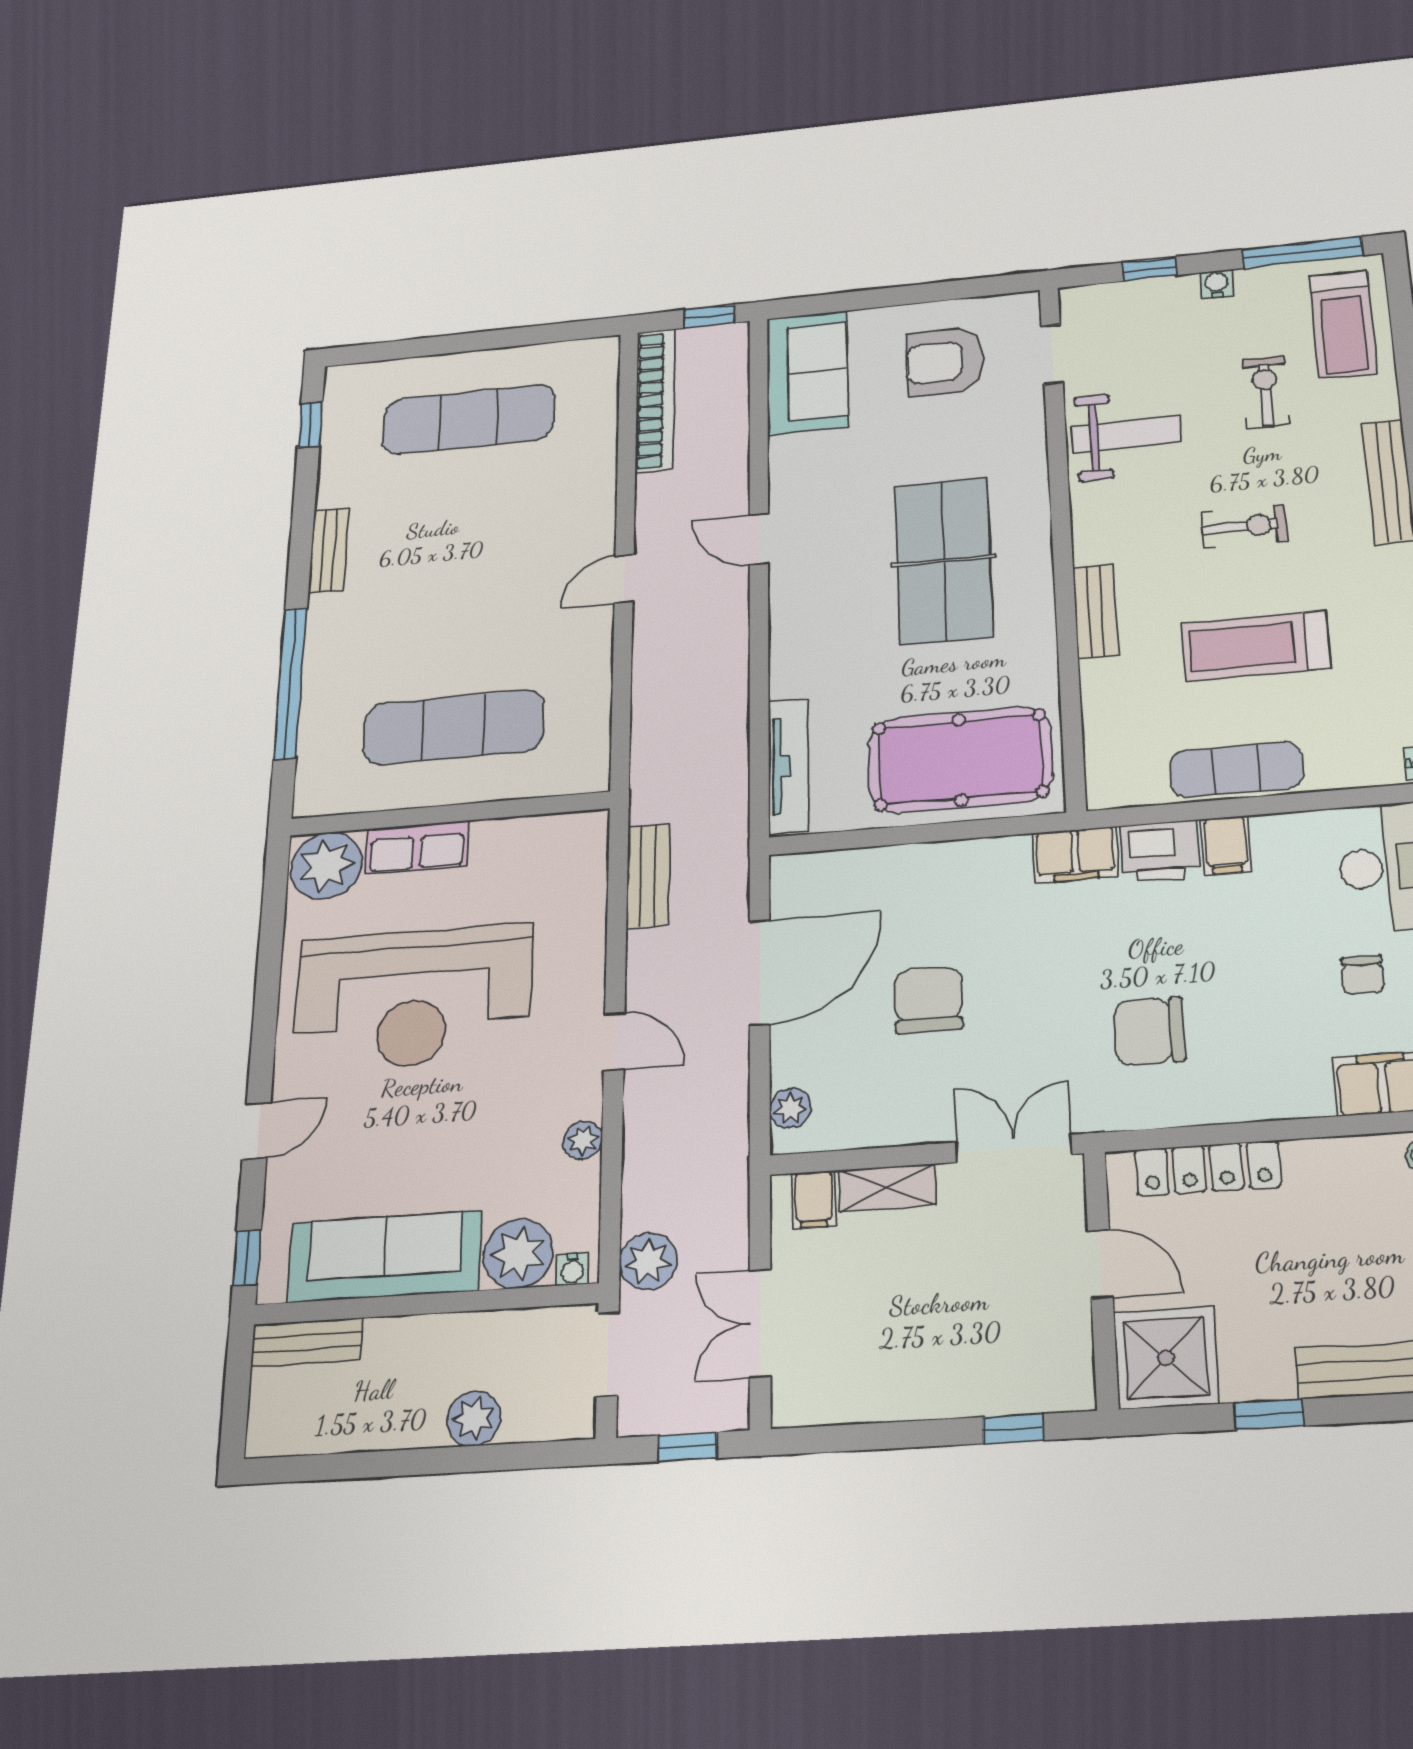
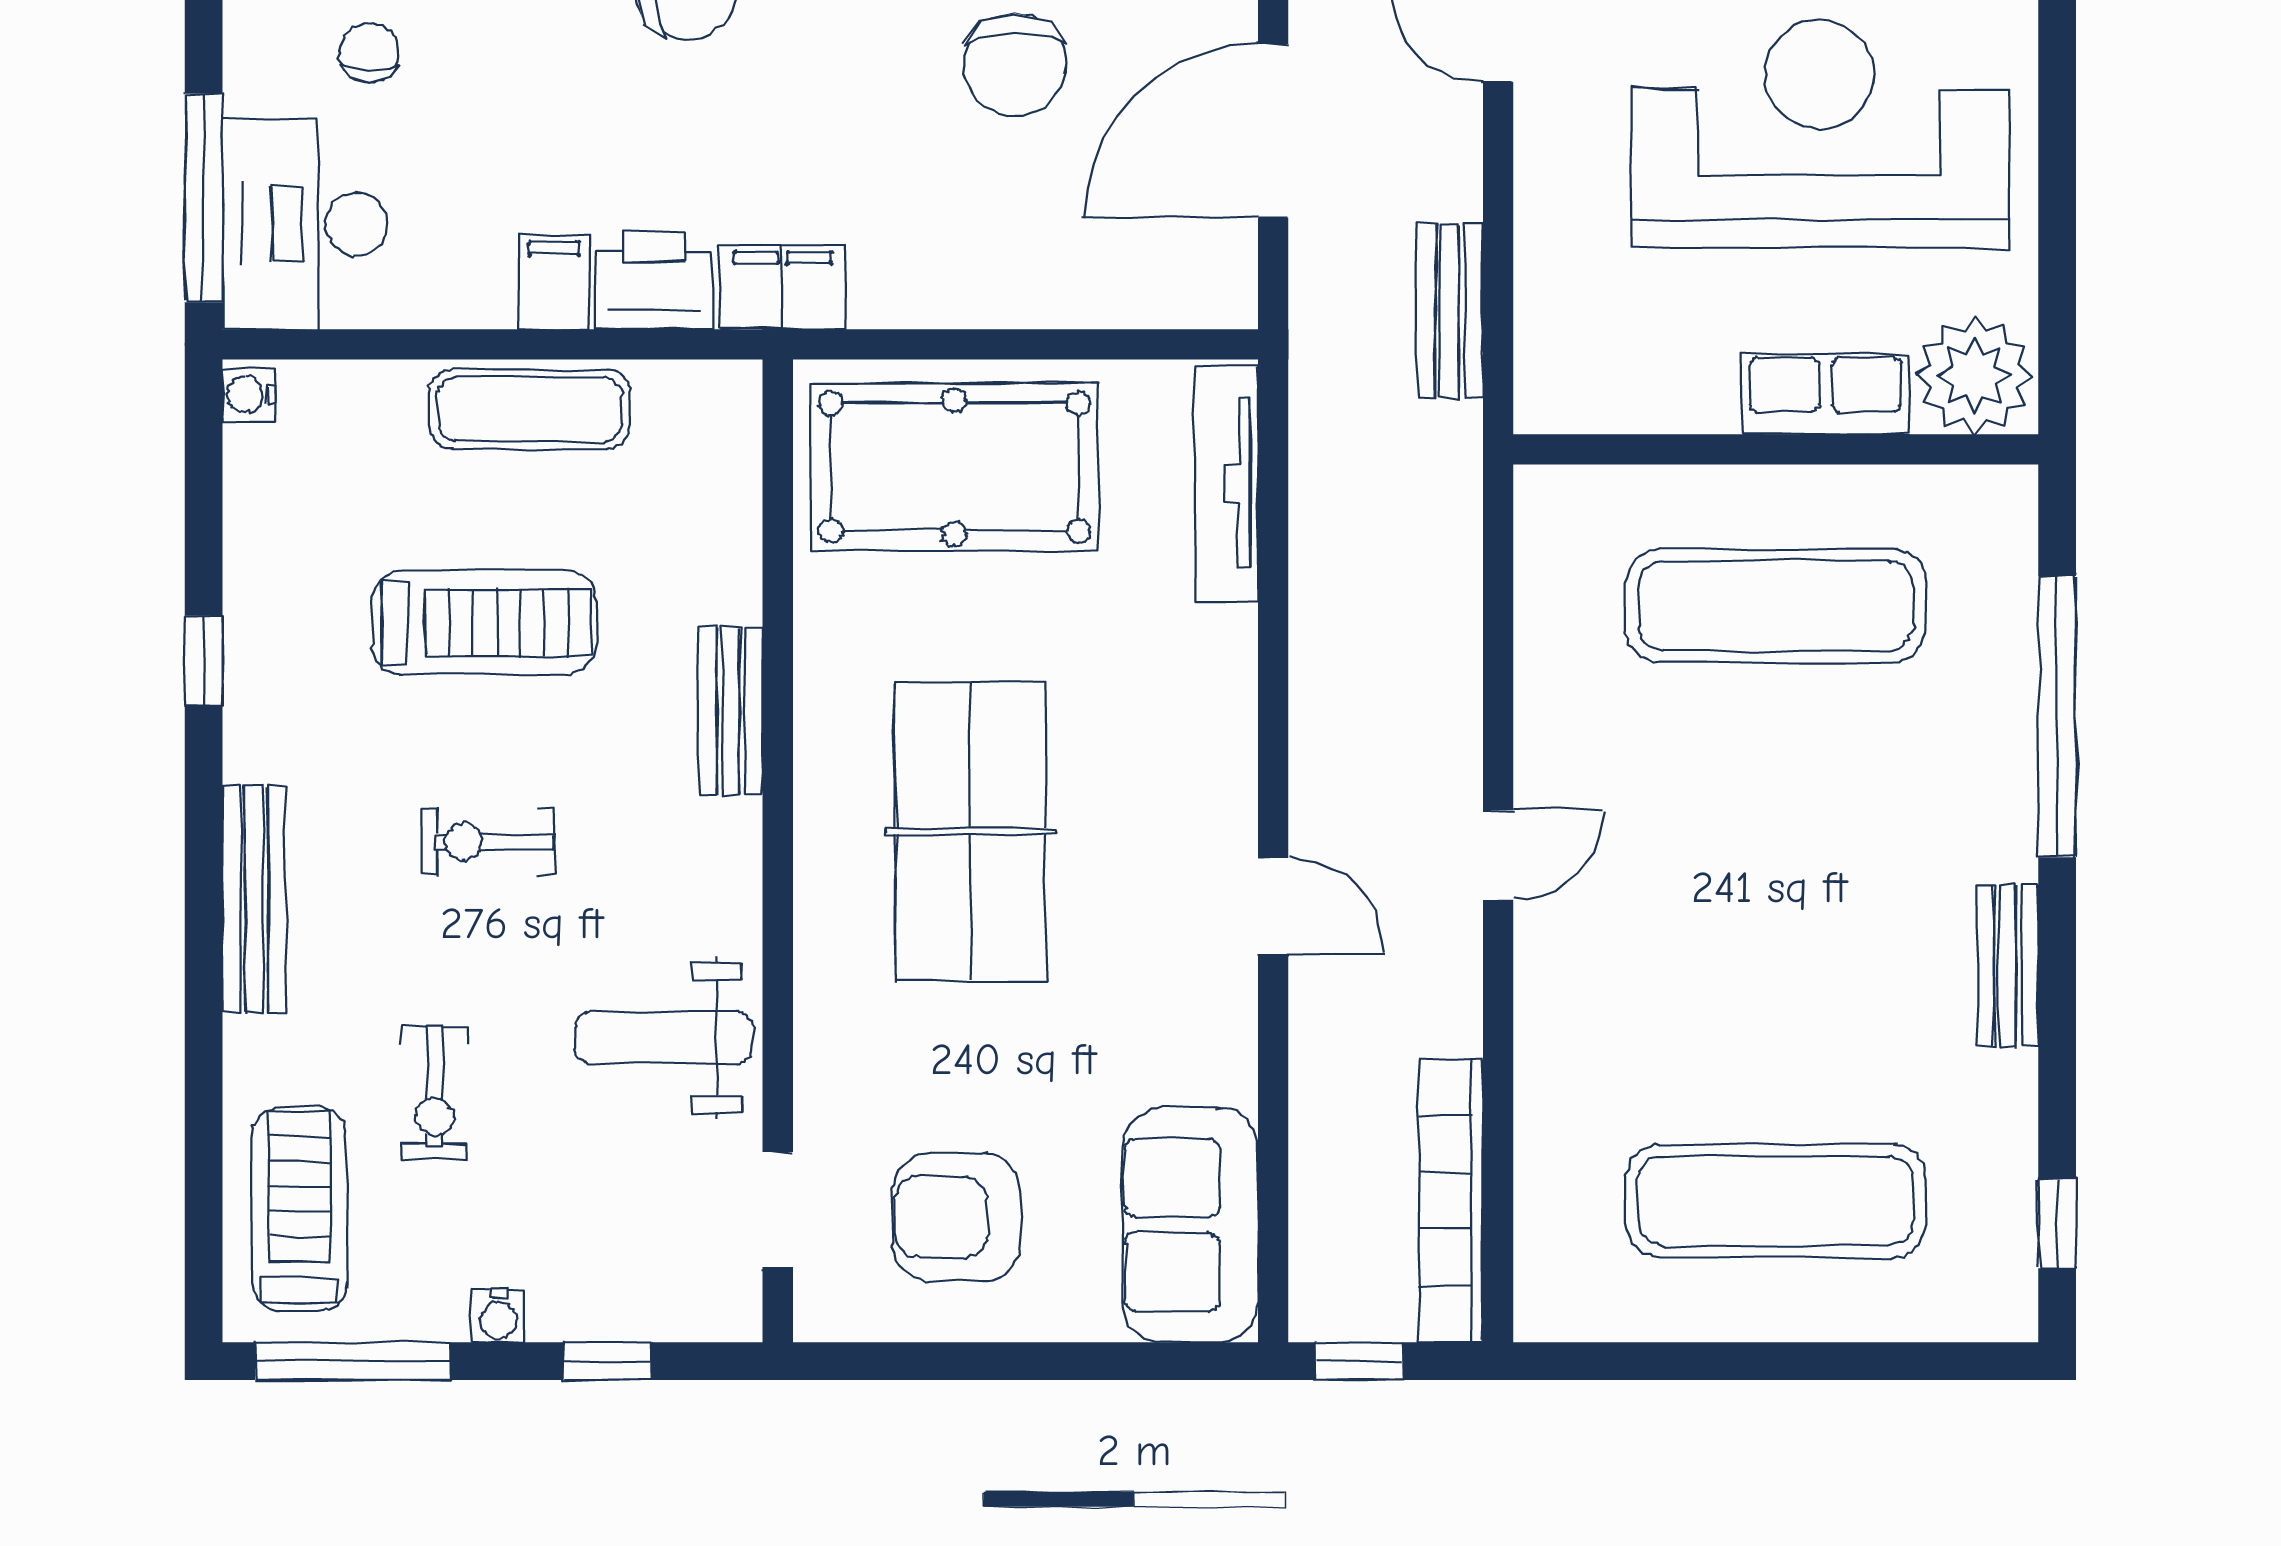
armchair: (945, 362) -> (957, 1217), turned 180

